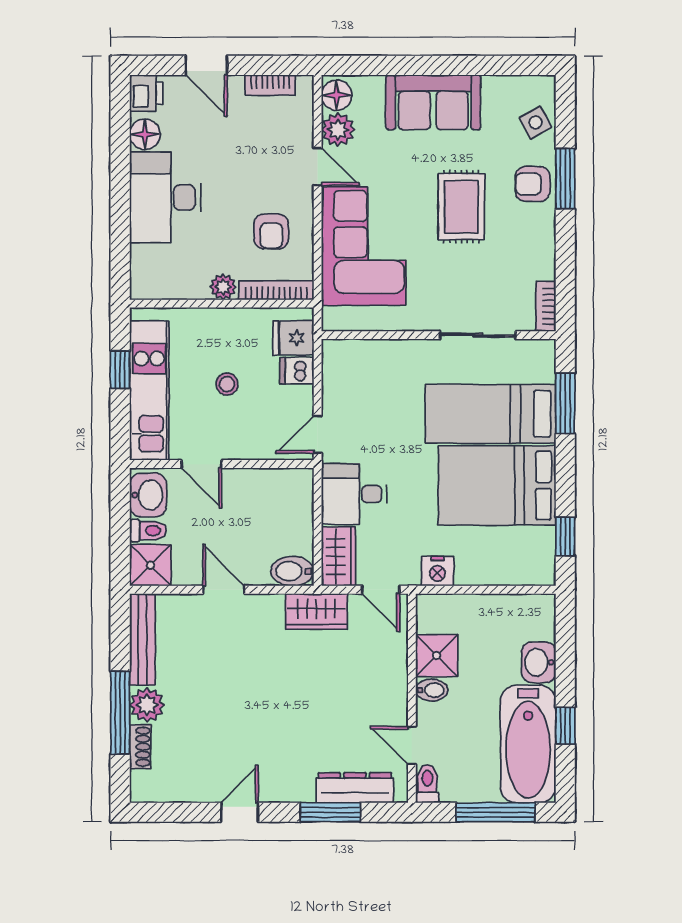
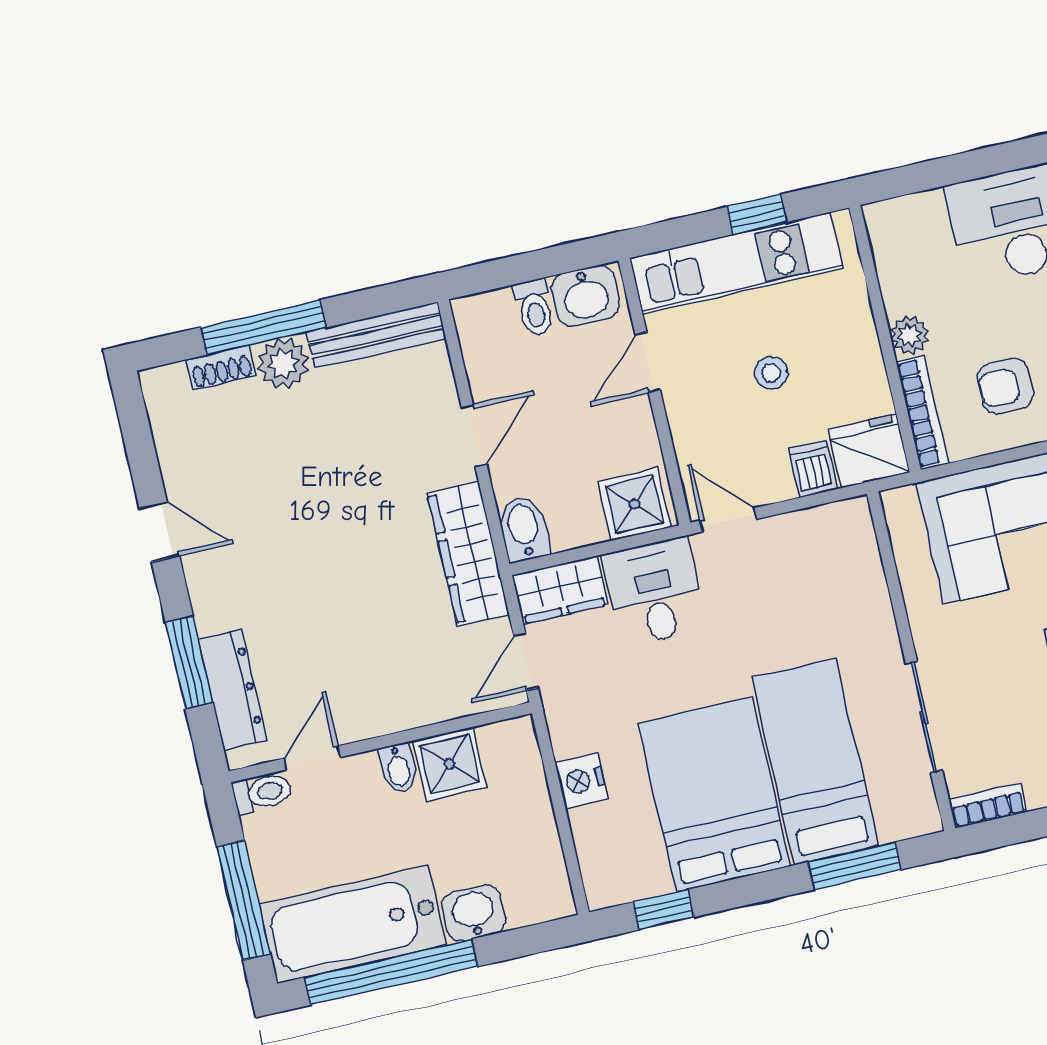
fridge: (293, 338) -> (869, 451), width x1.38
shower: (150, 565) -> (634, 504), moved
nightstand: (437, 571) -> (581, 780), moved
wardrobe: (316, 611) -> (468, 554), width x1.50
window: (565, 726) -> (391, 972), width x3.17

